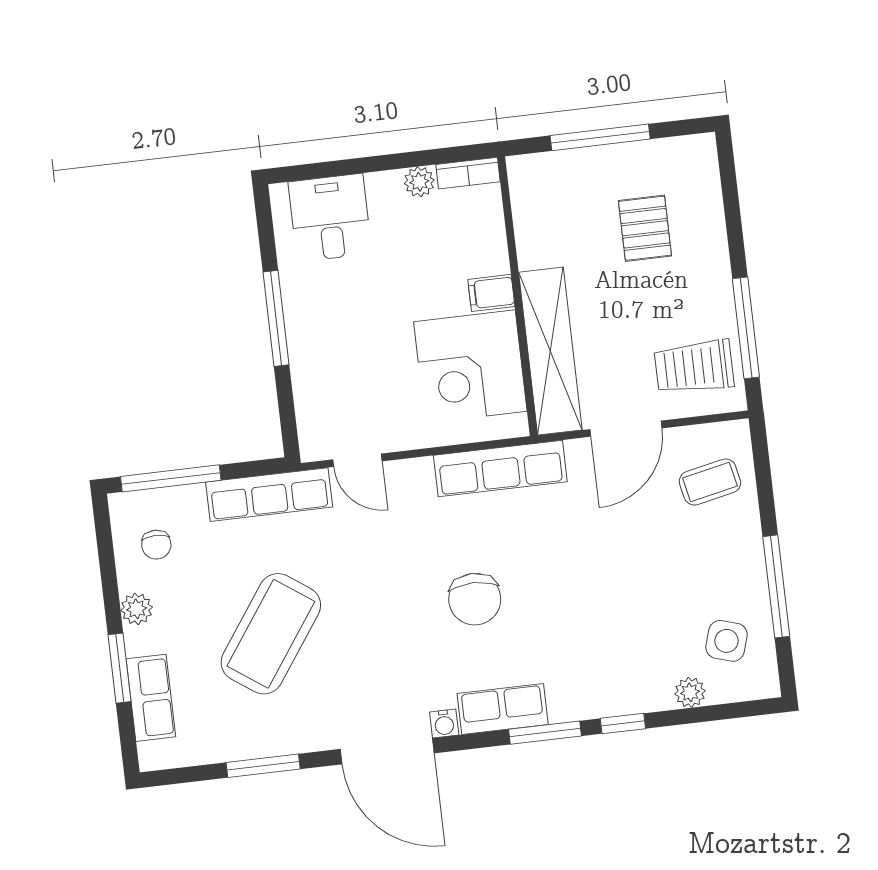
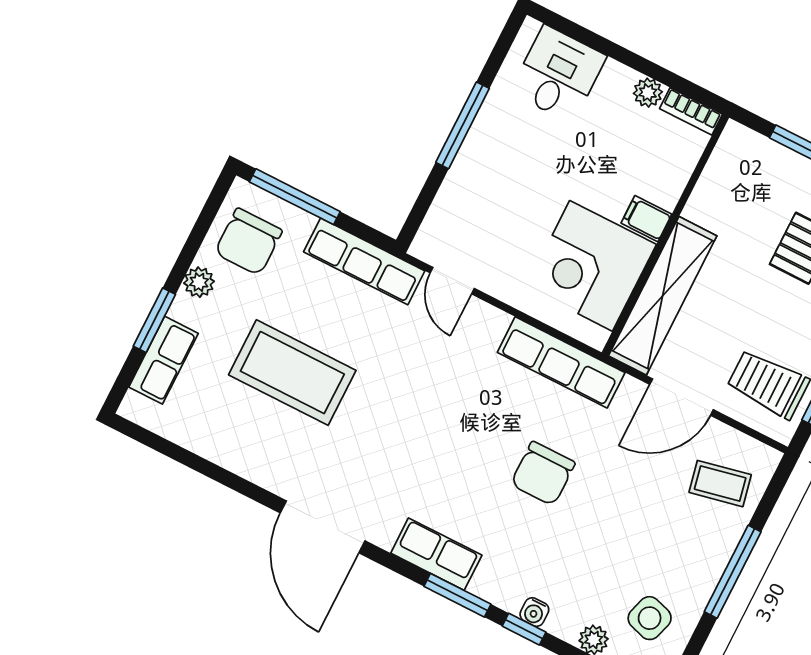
chair: (156, 545) -> (248, 242), width x1.87, depth x1.87
window: (776, 586) -> (733, 572), moved
chair: (475, 599) -> (543, 473), moved
coffee table: (271, 634) -> (292, 373), turned 55
water cooler: (444, 723) -> (534, 612), moved
window: (263, 766) -> (217, 473), removed

